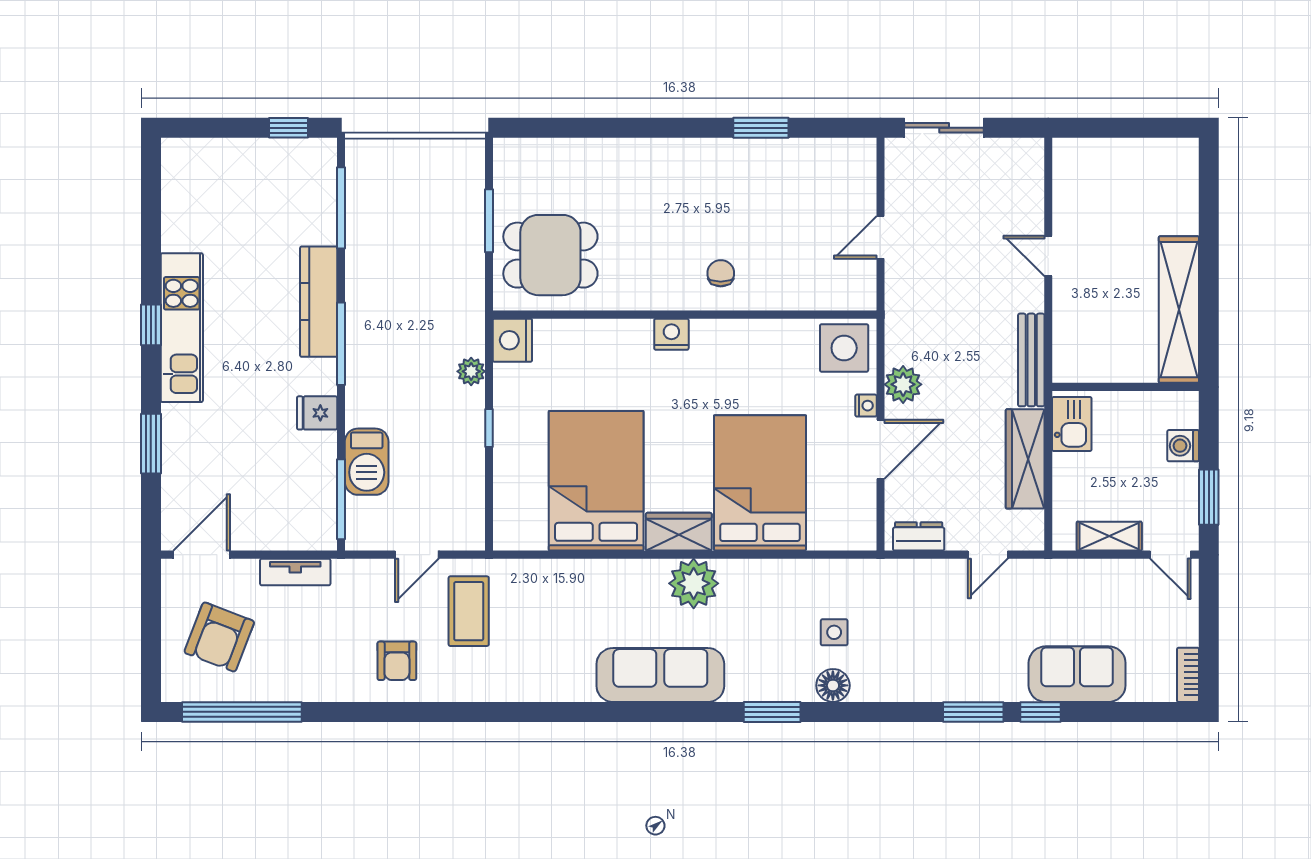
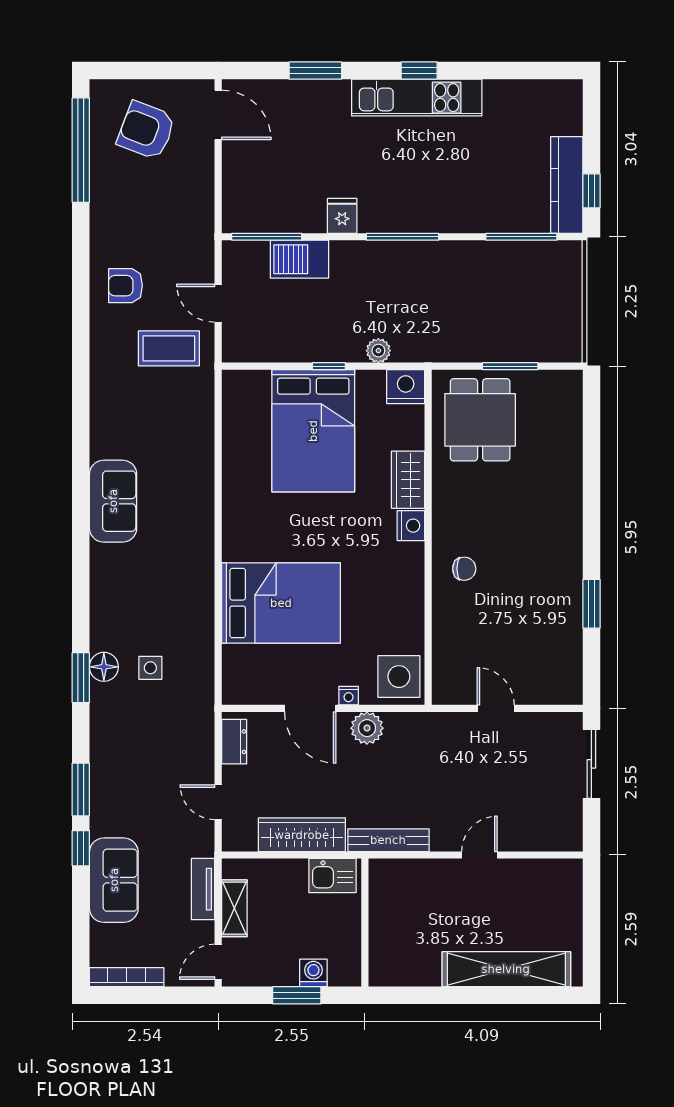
kitchen counter: (319, 302) -> (567, 185), moved, turned -90
shelving: (1179, 310) -> (506, 969), moved
bed: (596, 481) -> (313, 431), moved, turned 90
window: (1209, 497) -> (297, 995), moved
wardrobe: (679, 532) -> (408, 480), moved, turned 180
tv unit: (295, 572) -> (203, 889), moved
plant: (694, 583) -> (193, 545), removed
sofa: (660, 675) -> (113, 501), width x0.73
bookcase: (1188, 675) -> (127, 977), width x1.56
window: (772, 712) -> (81, 678), moved

